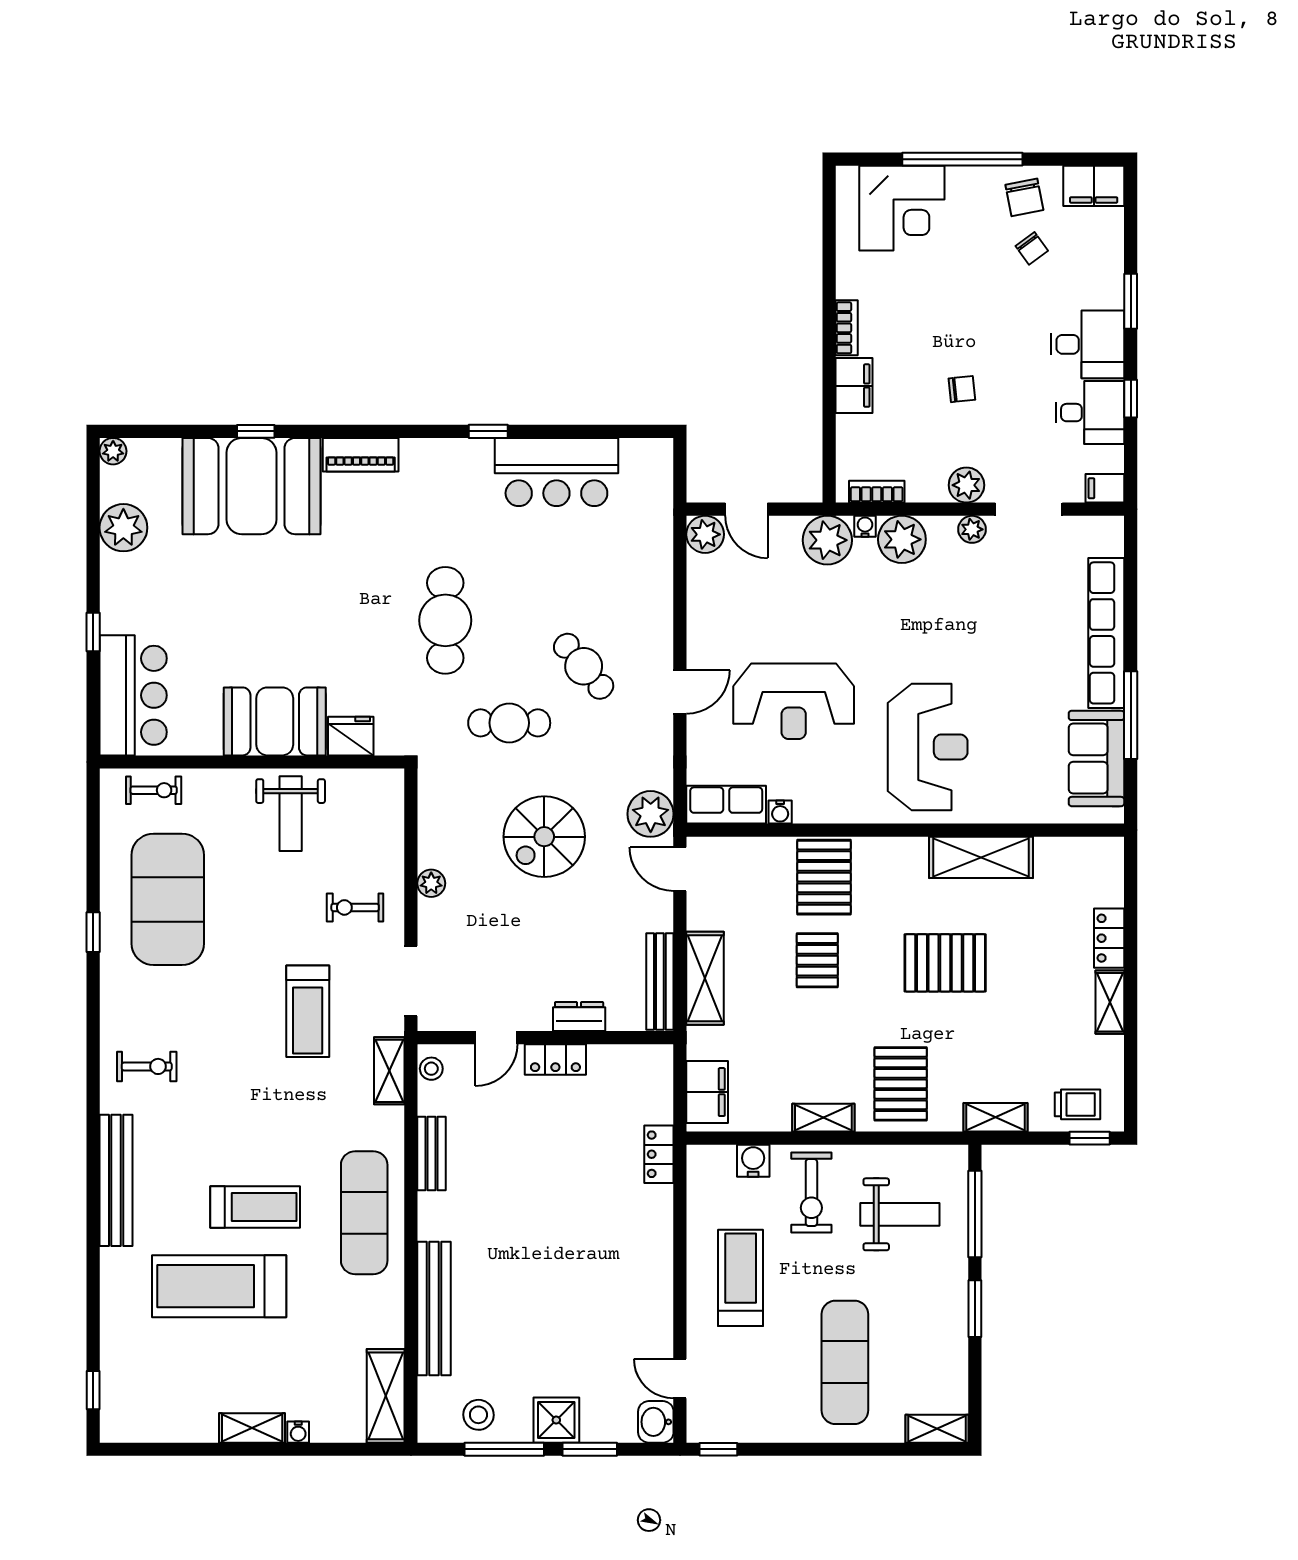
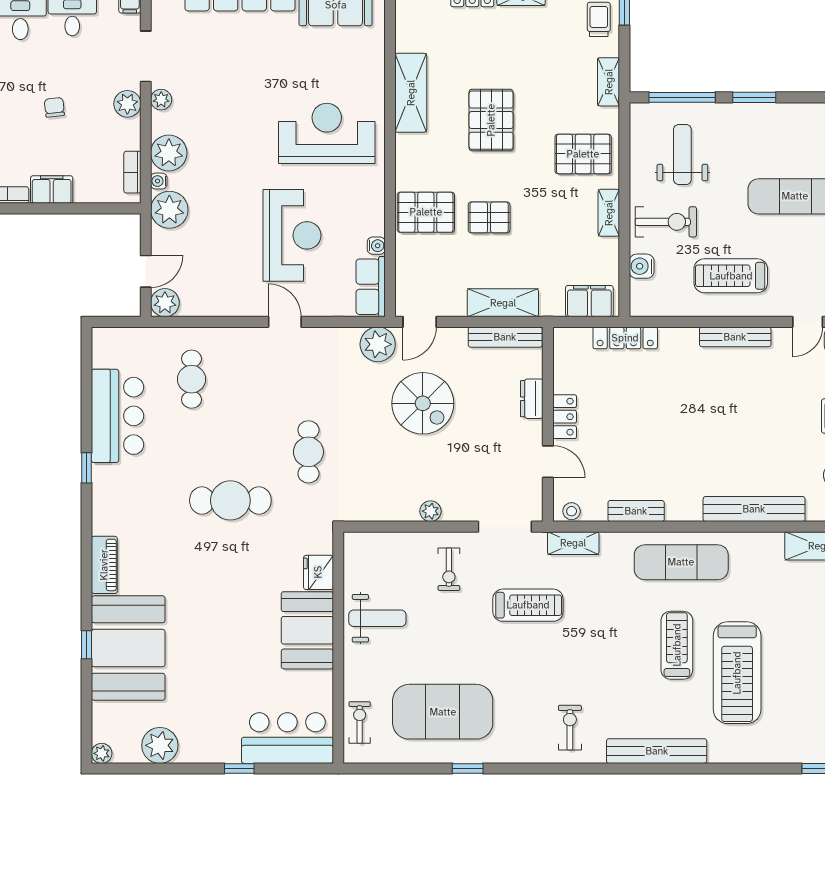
cafe table: (584, 666) -> (192, 379), moved, turned -50
spiral stairs: (544, 837) -> (423, 403), moved
locker: (659, 1154) -> (625, 338), width x1.53
bench: (660, 1284) -> (735, 337), added

